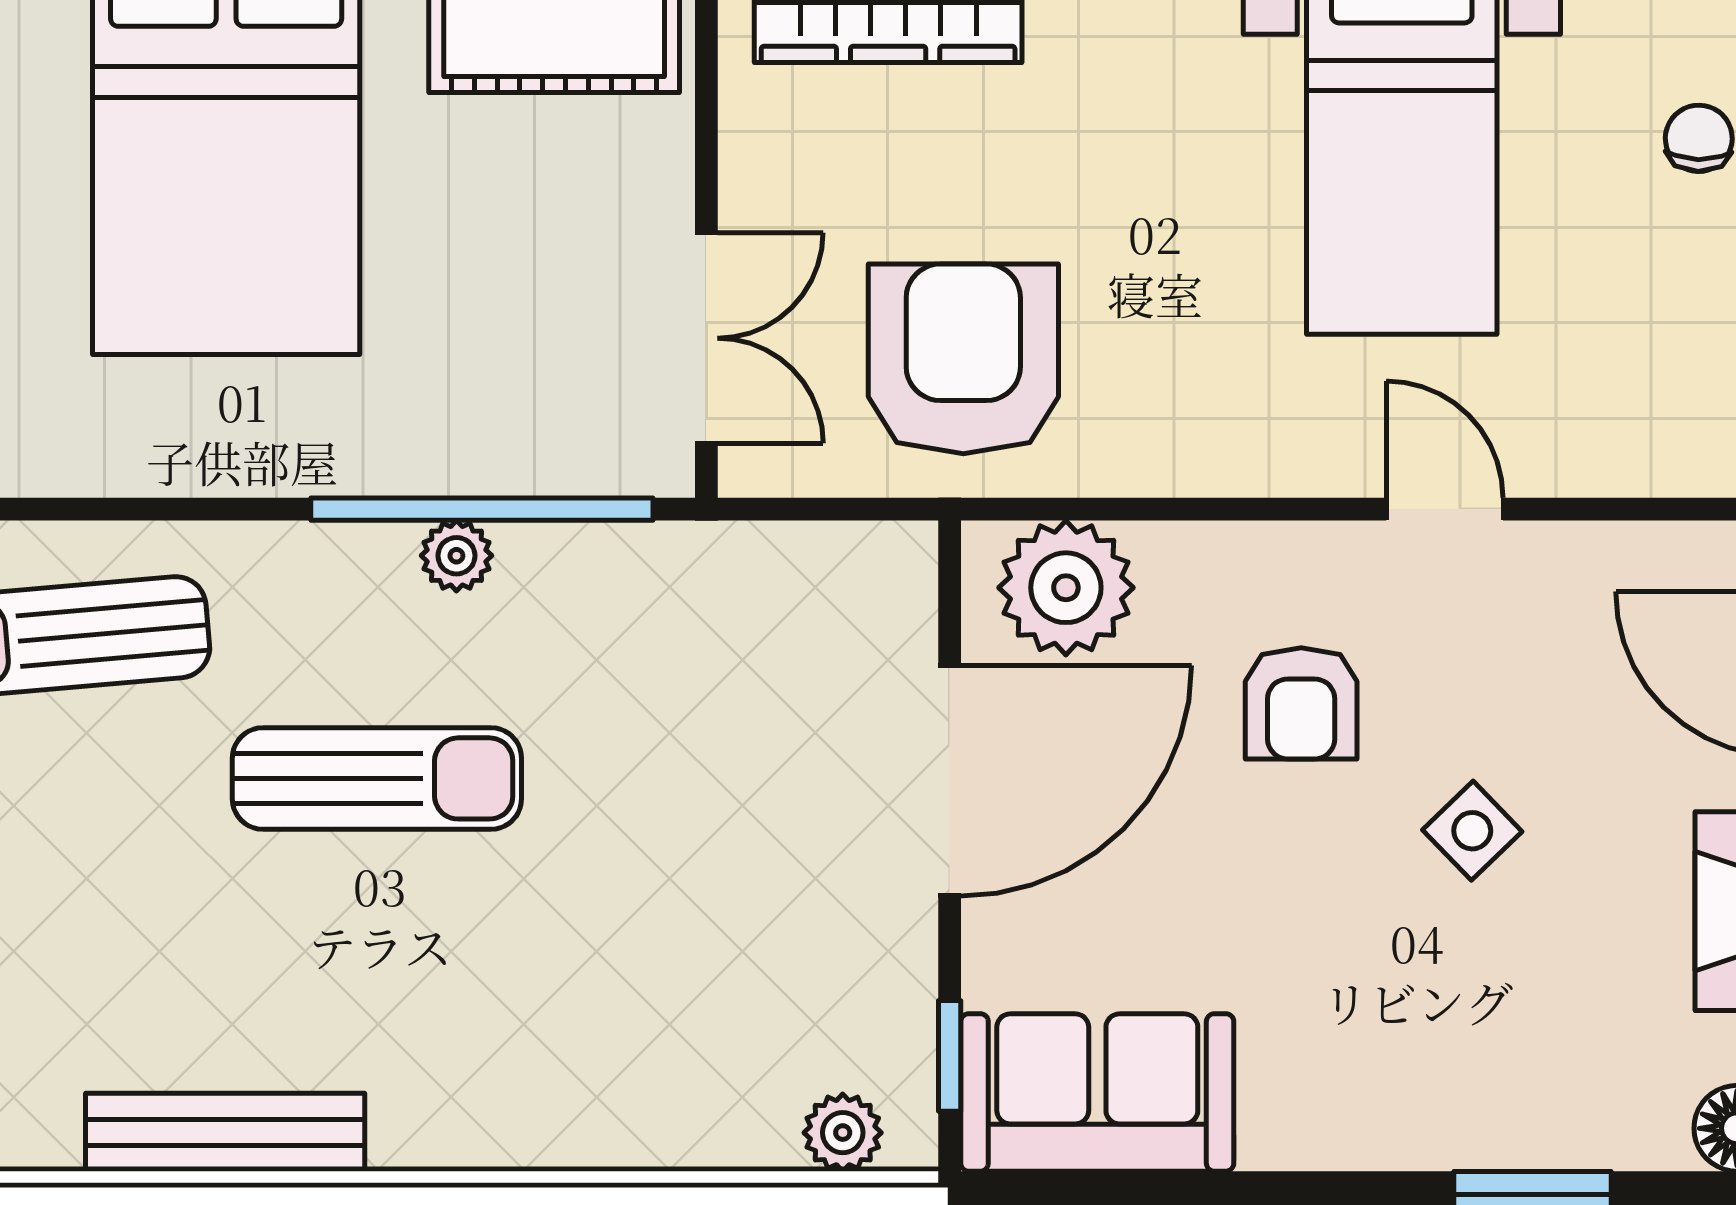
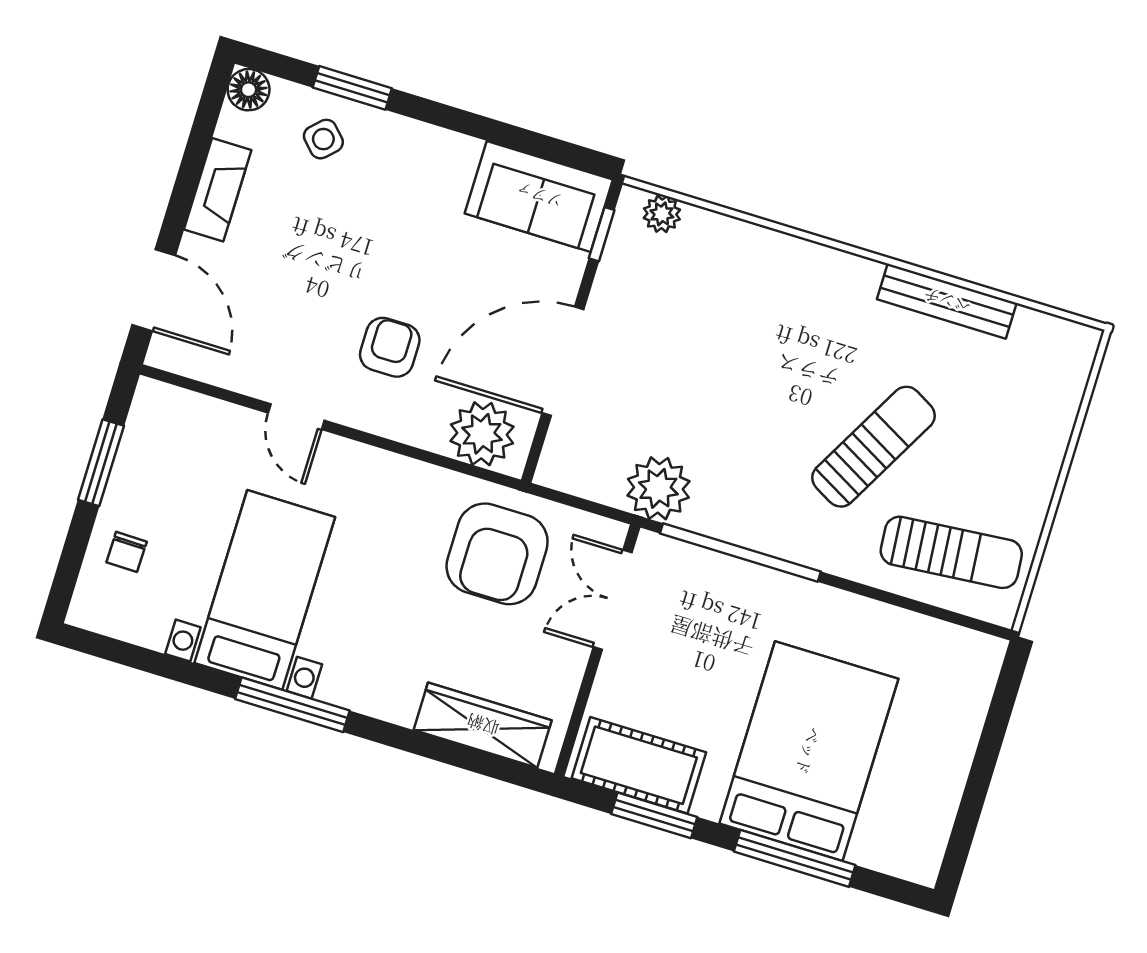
plant: (456, 556) -> (658, 488), moved, width x1.88, depth x1.88
sun lounger: (377, 778) -> (874, 447), moved, turned 119
side table: (1472, 831) -> (323, 139), moved

